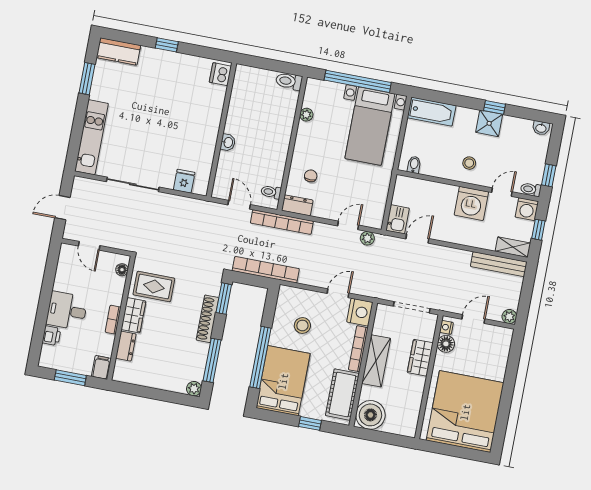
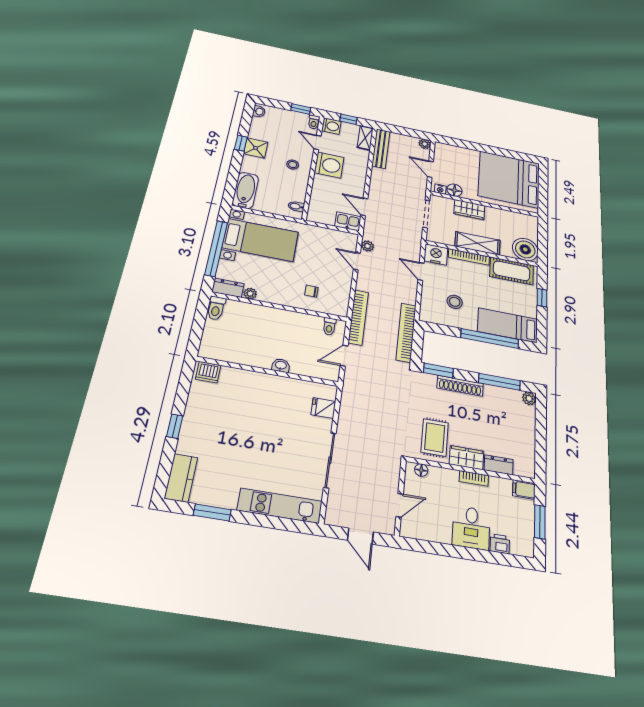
dresser: (297, 205) -> (228, 288), moved, turned 90
bed: (283, 381) -> (508, 325), width x0.67

